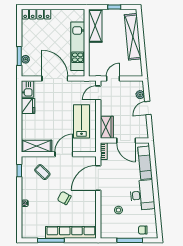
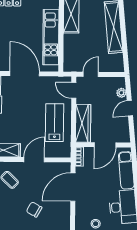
door: (98, 93) -> (74, 90), hinge flipped
wardrobe: (107, 127) -> (83, 123), width x1.50
door: (126, 141) -> (105, 145), hinge flipped

